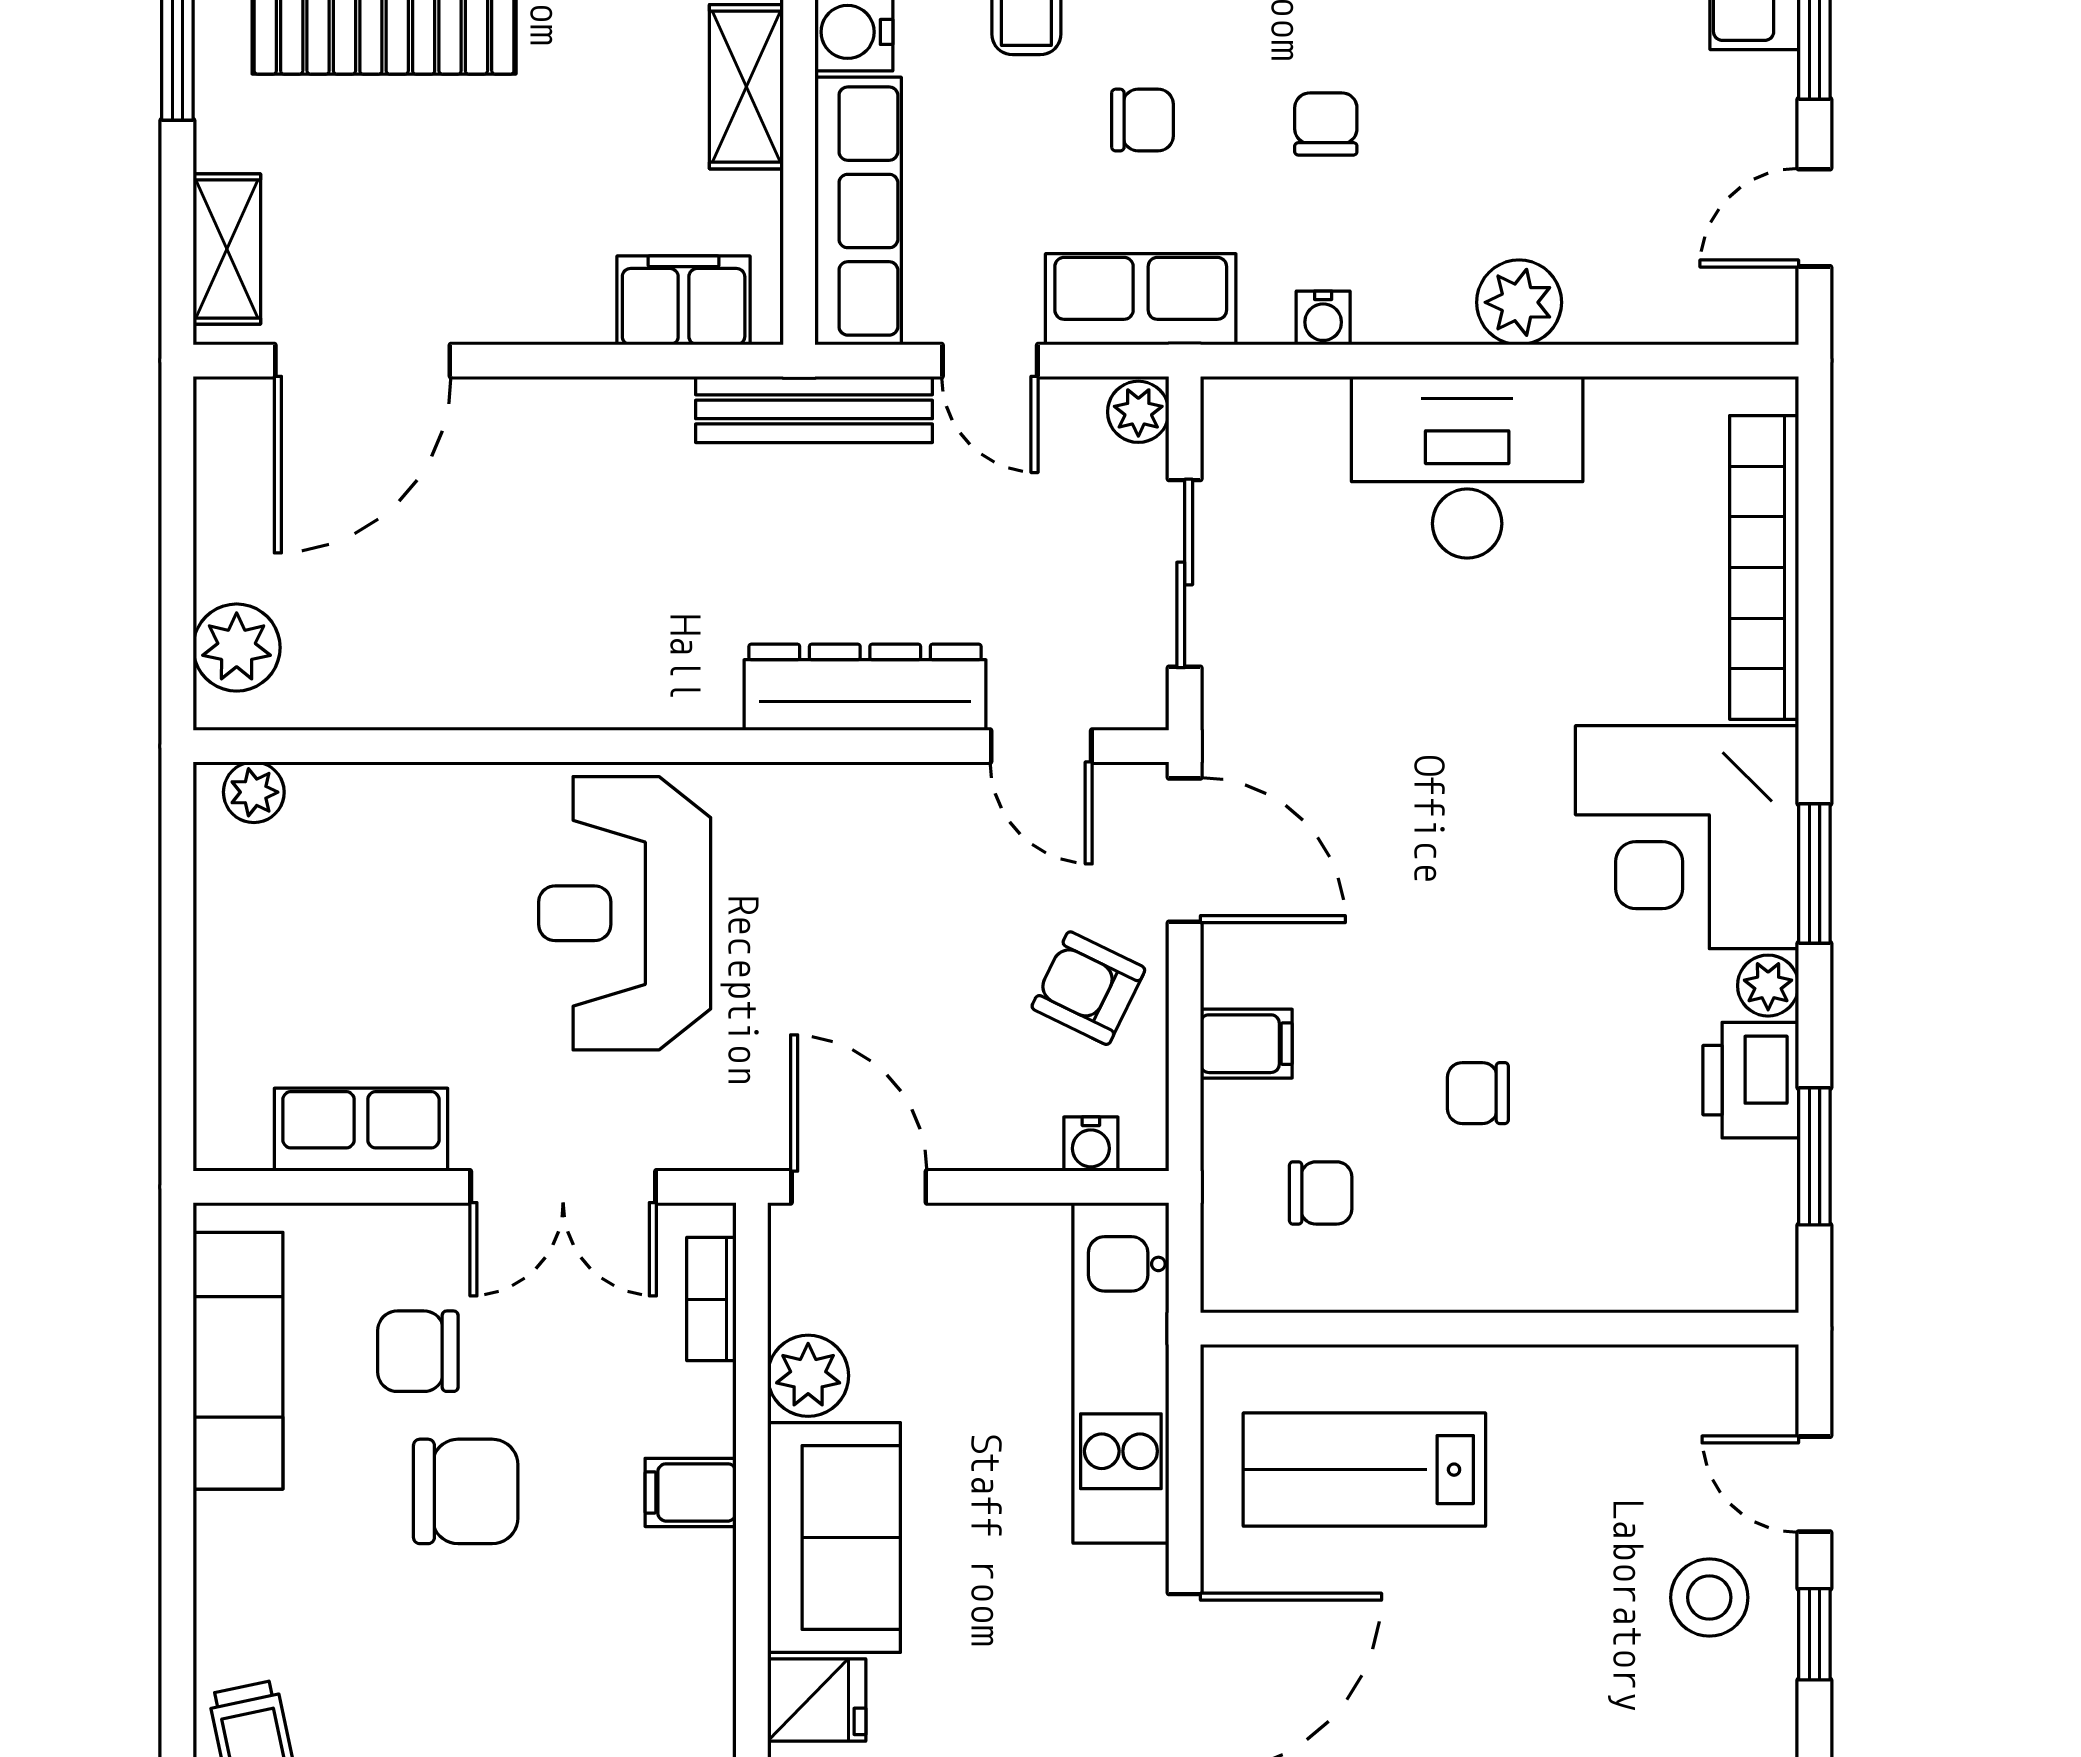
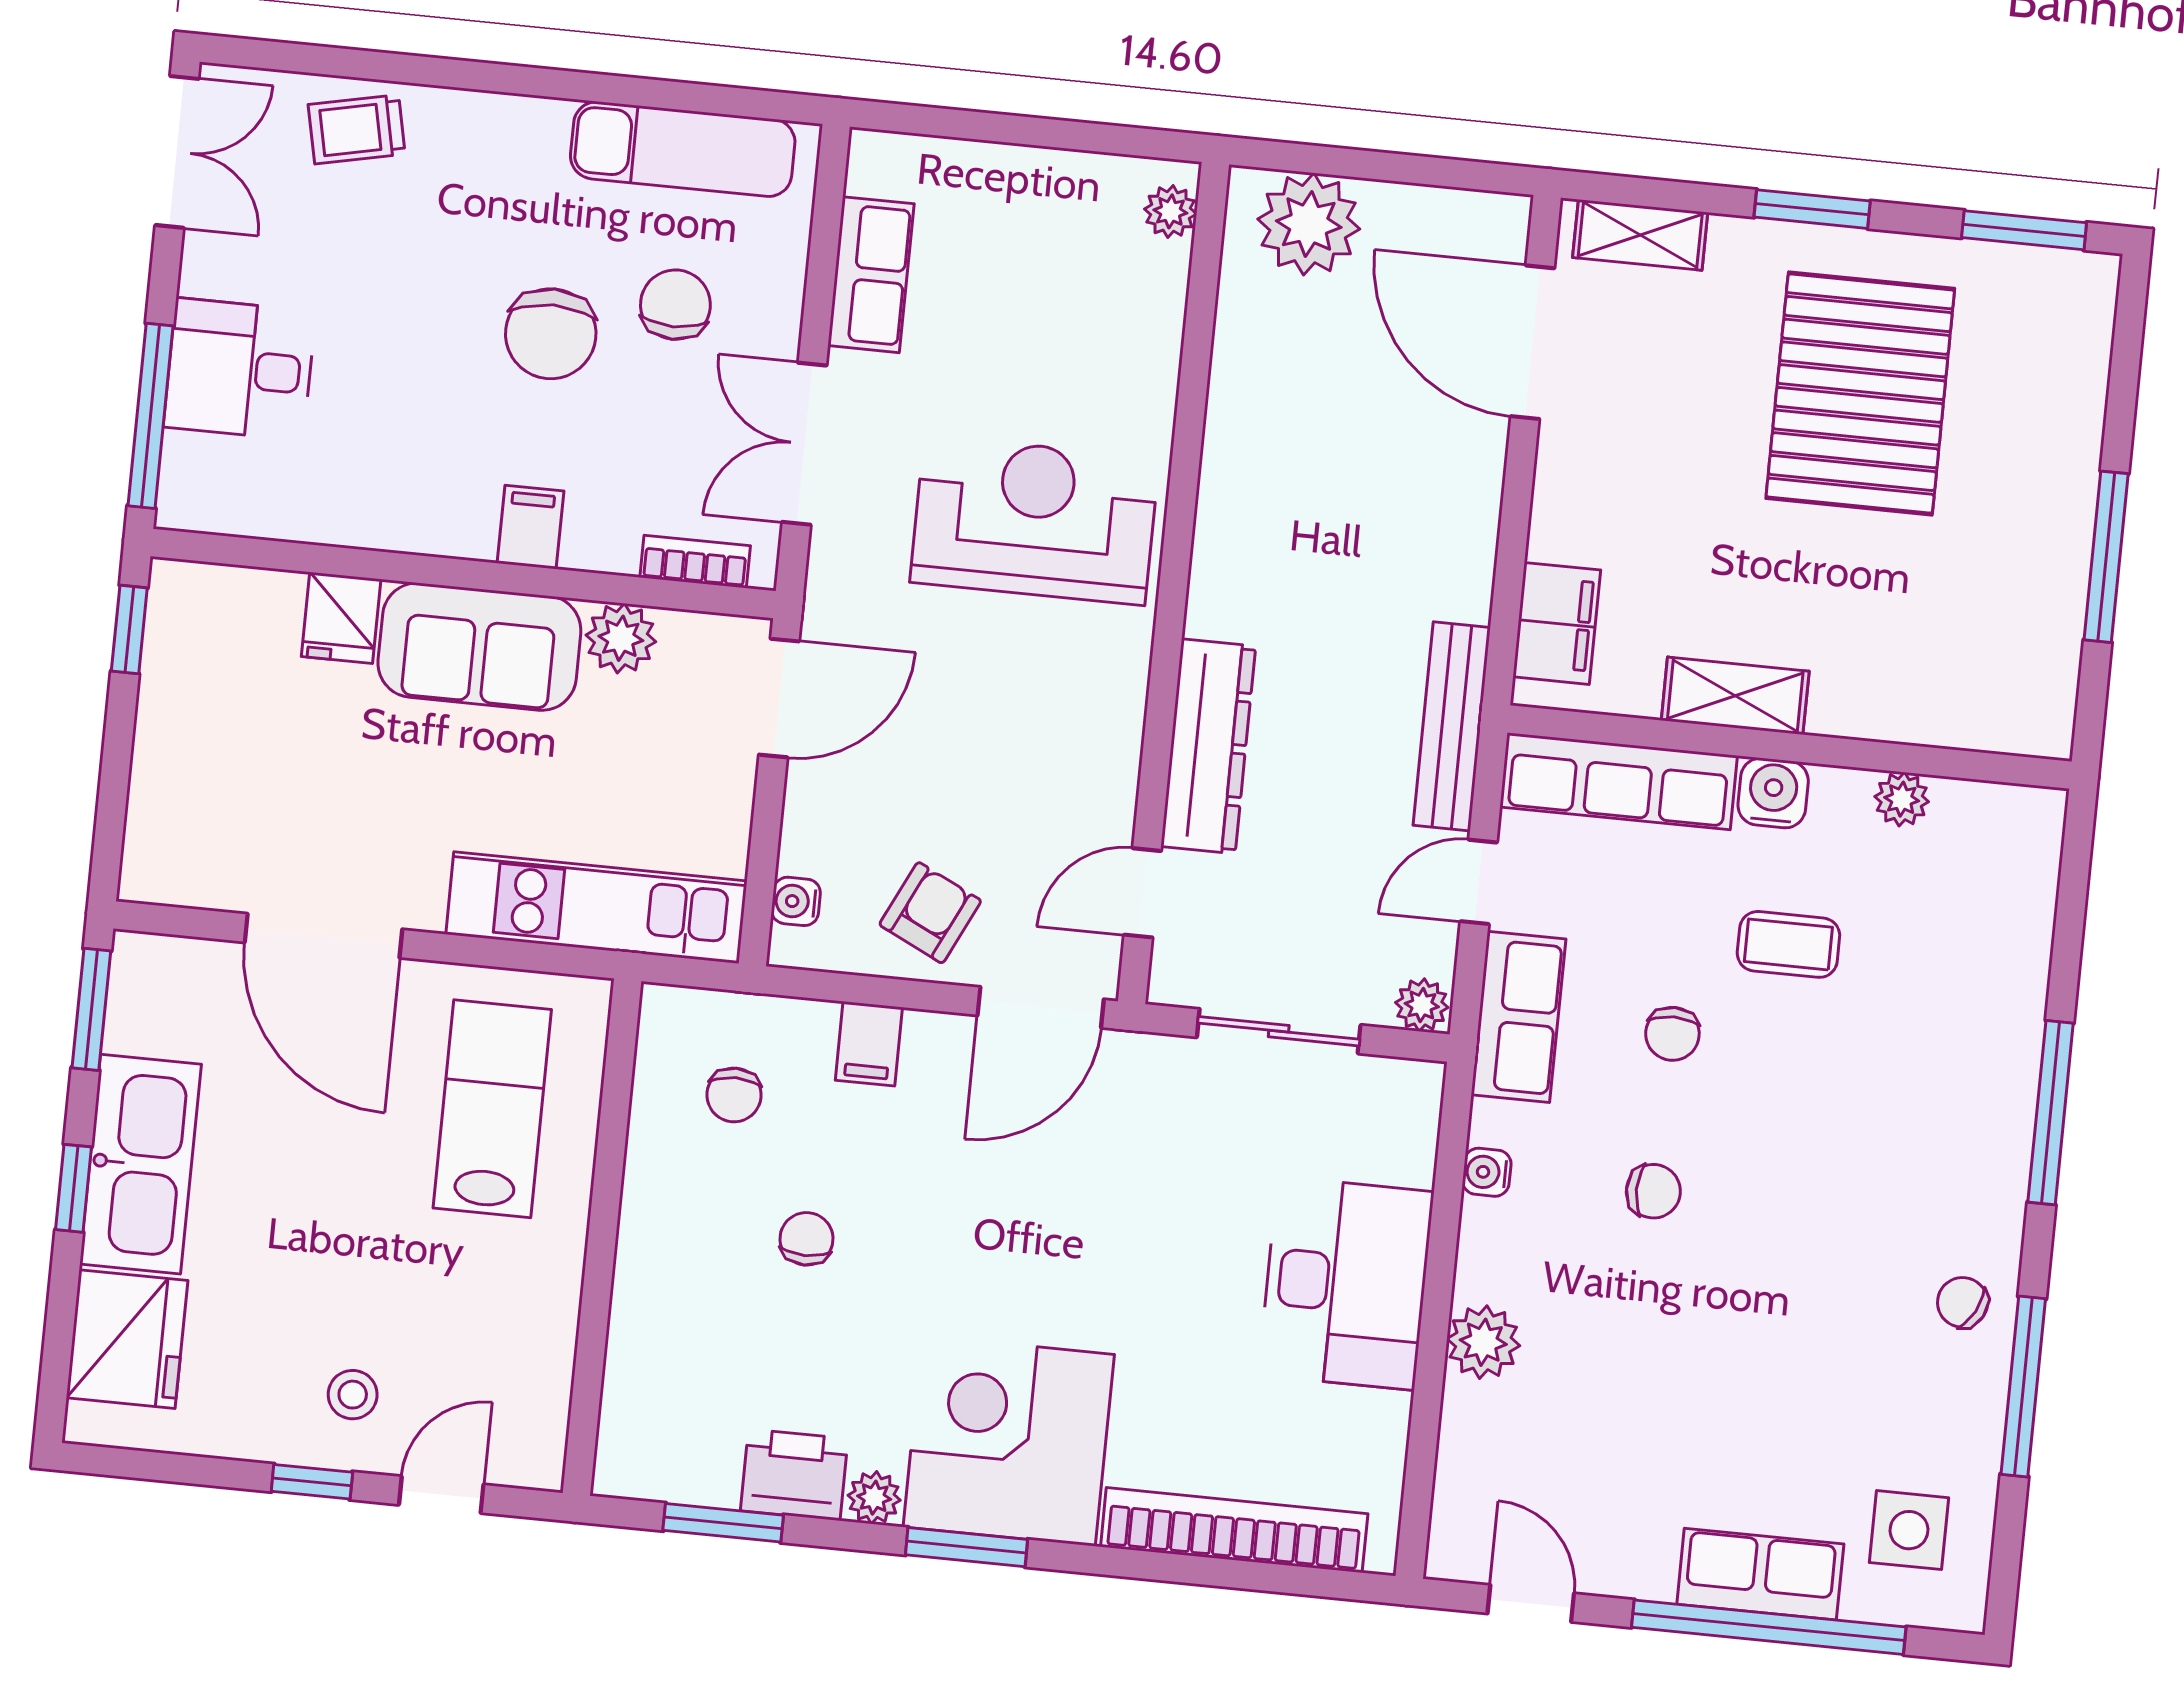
plant: (237, 648) -> (1309, 224), width x1.36, depth x1.36
stool: (1709, 1597) -> (353, 1395), width x0.73, depth x0.73

